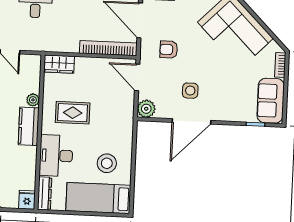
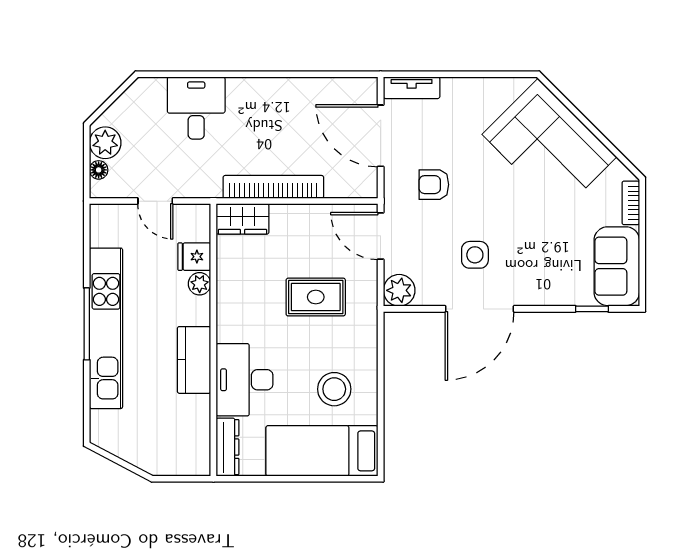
bookcase: (108, 48) -> (273, 187), moved
rug: (73, 113) -> (316, 297), moved
kitchen counter: (29, 126) -> (194, 360), moved
fridge: (27, 200) -> (194, 257), moved, turned -90

